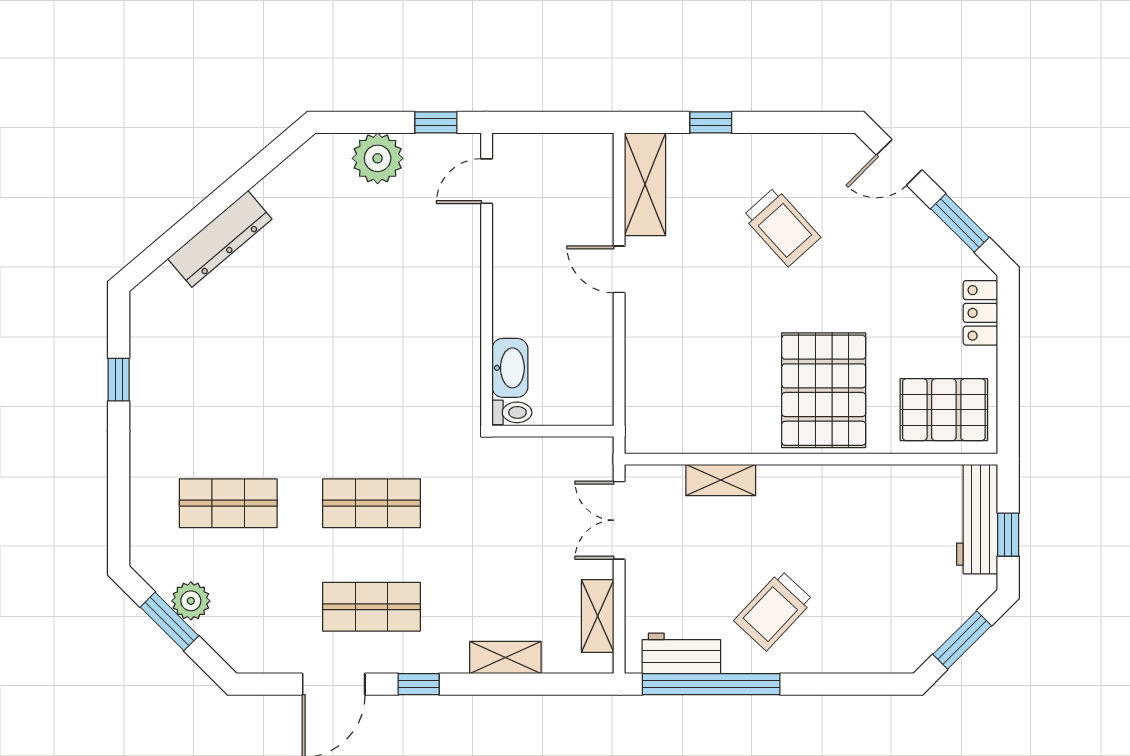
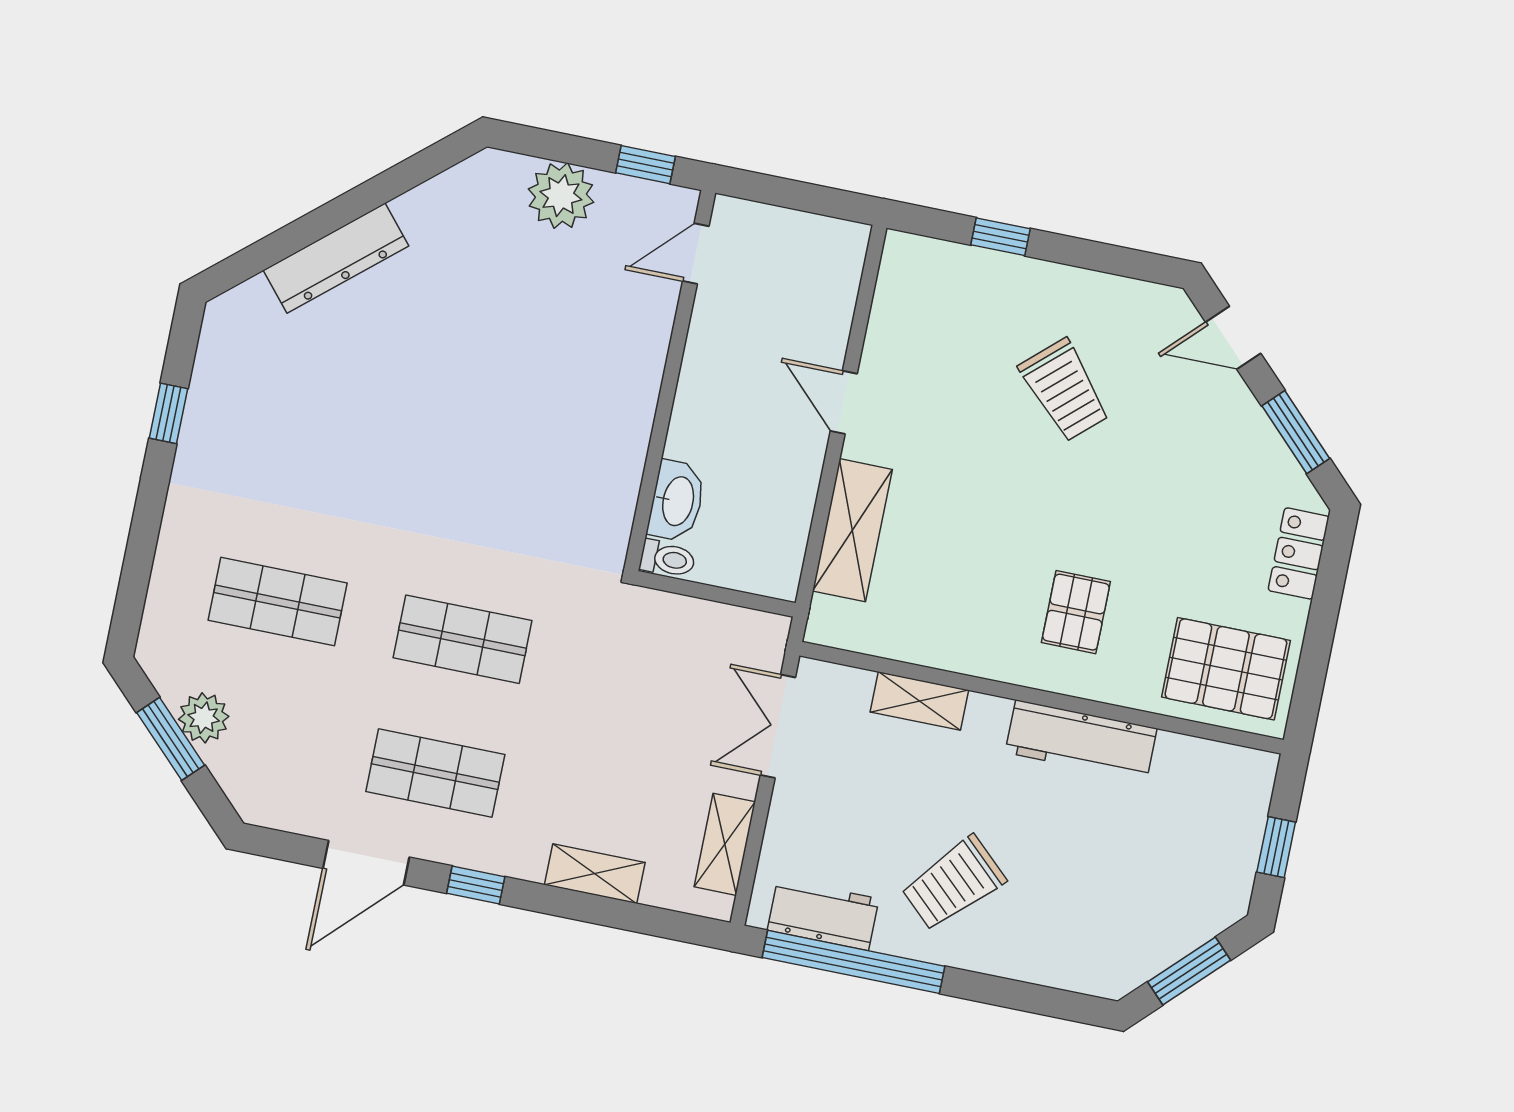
shelving: (645, 184) -> (852, 530), moved
pallet: (824, 390) -> (1076, 612), width x0.49, depth x0.50
workbench: (977, 519) -> (1081, 740), moved, turned -90

